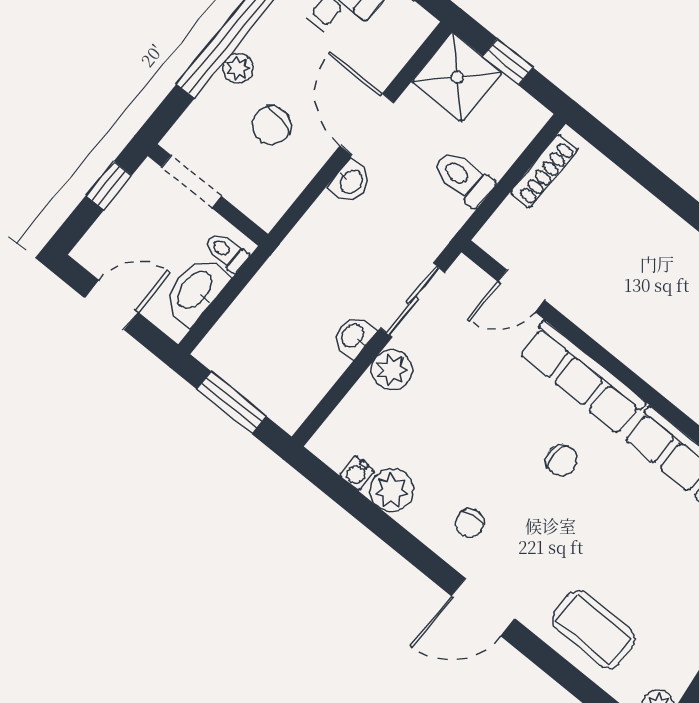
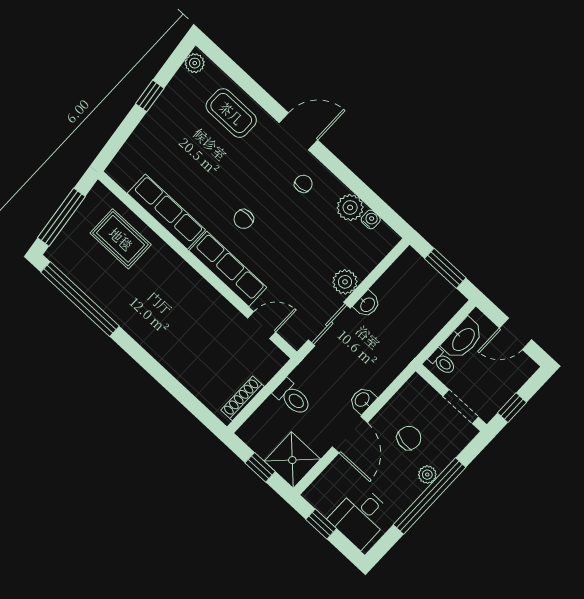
chair: (562, 460) -> (244, 219), turned -90

